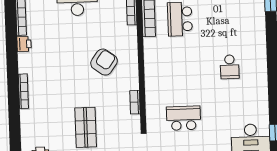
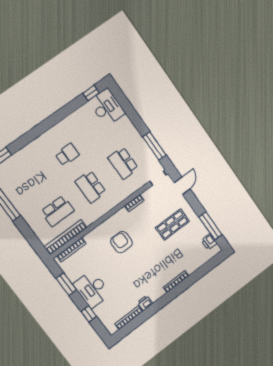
armchair: (104, 62) -> (122, 242), turned 54
school desk: (182, 69) -> (91, 187), added

